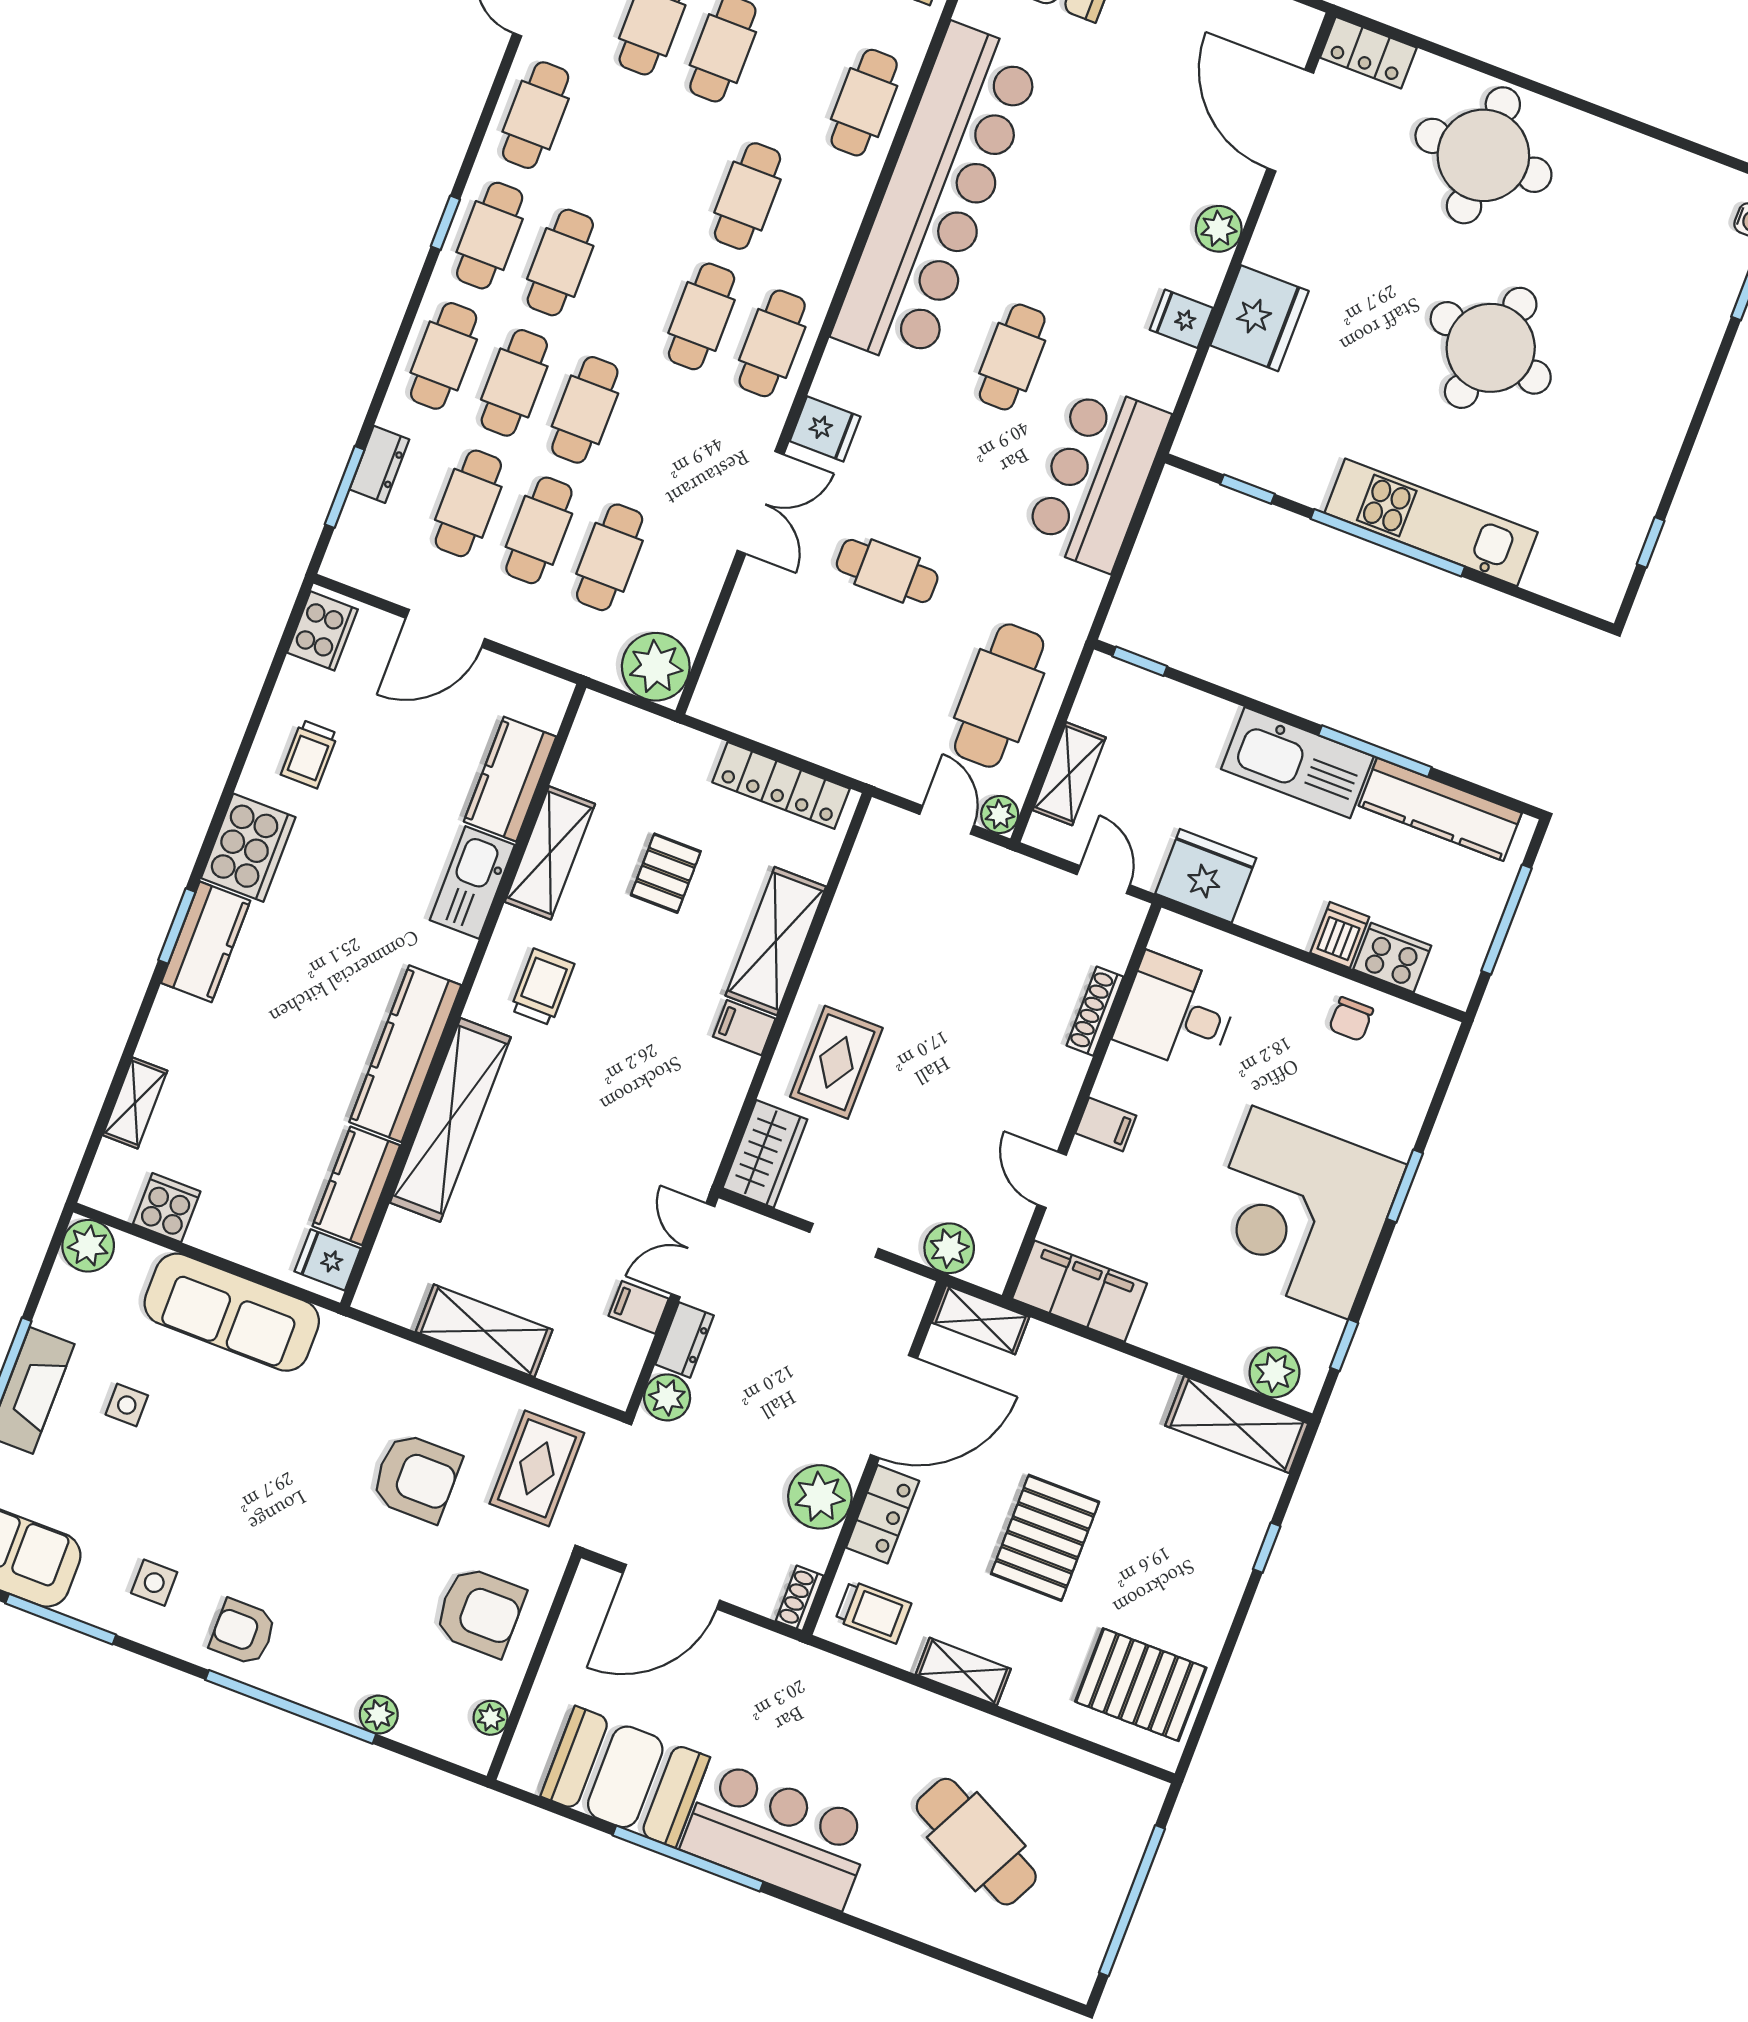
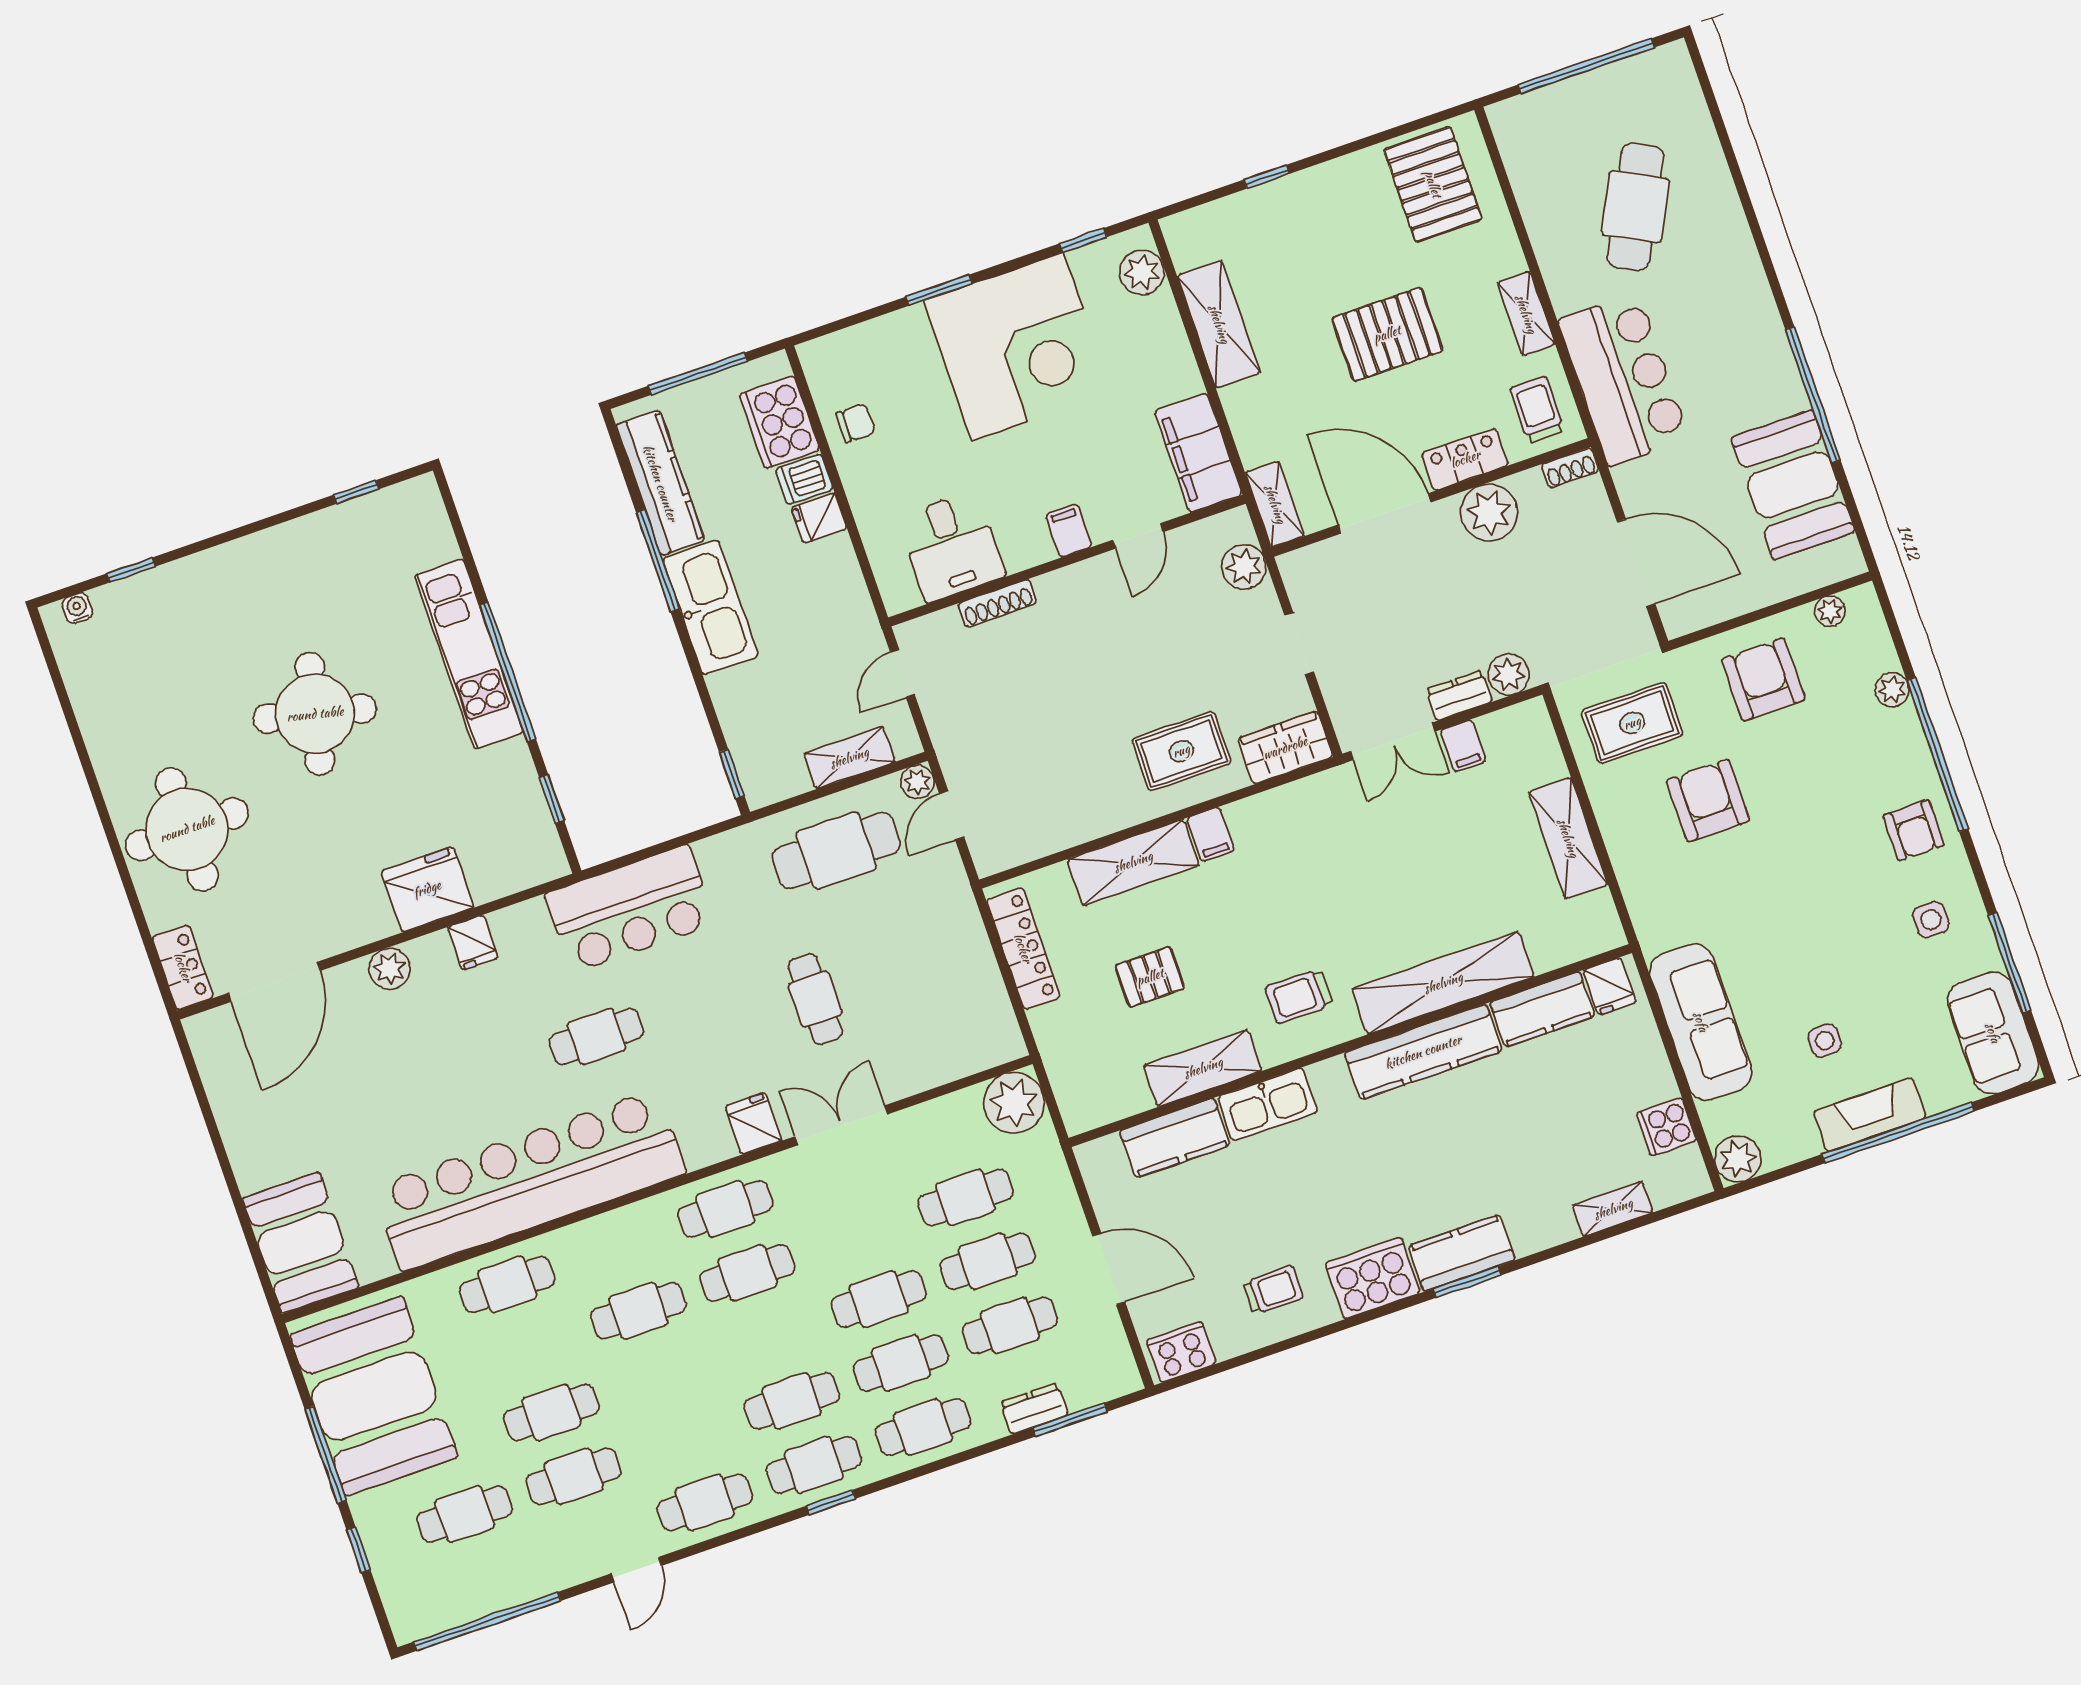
fridge: (1206, 876) -> (819, 518), moved, width x0.53, depth x0.75
cooker: (1392, 958) -> (779, 422), width x1.37, depth x1.31
shelving: (1237, 1425) -> (1219, 324), moved
bar counter: (778, 1835) -> (1624, 379), moved, turned 180

